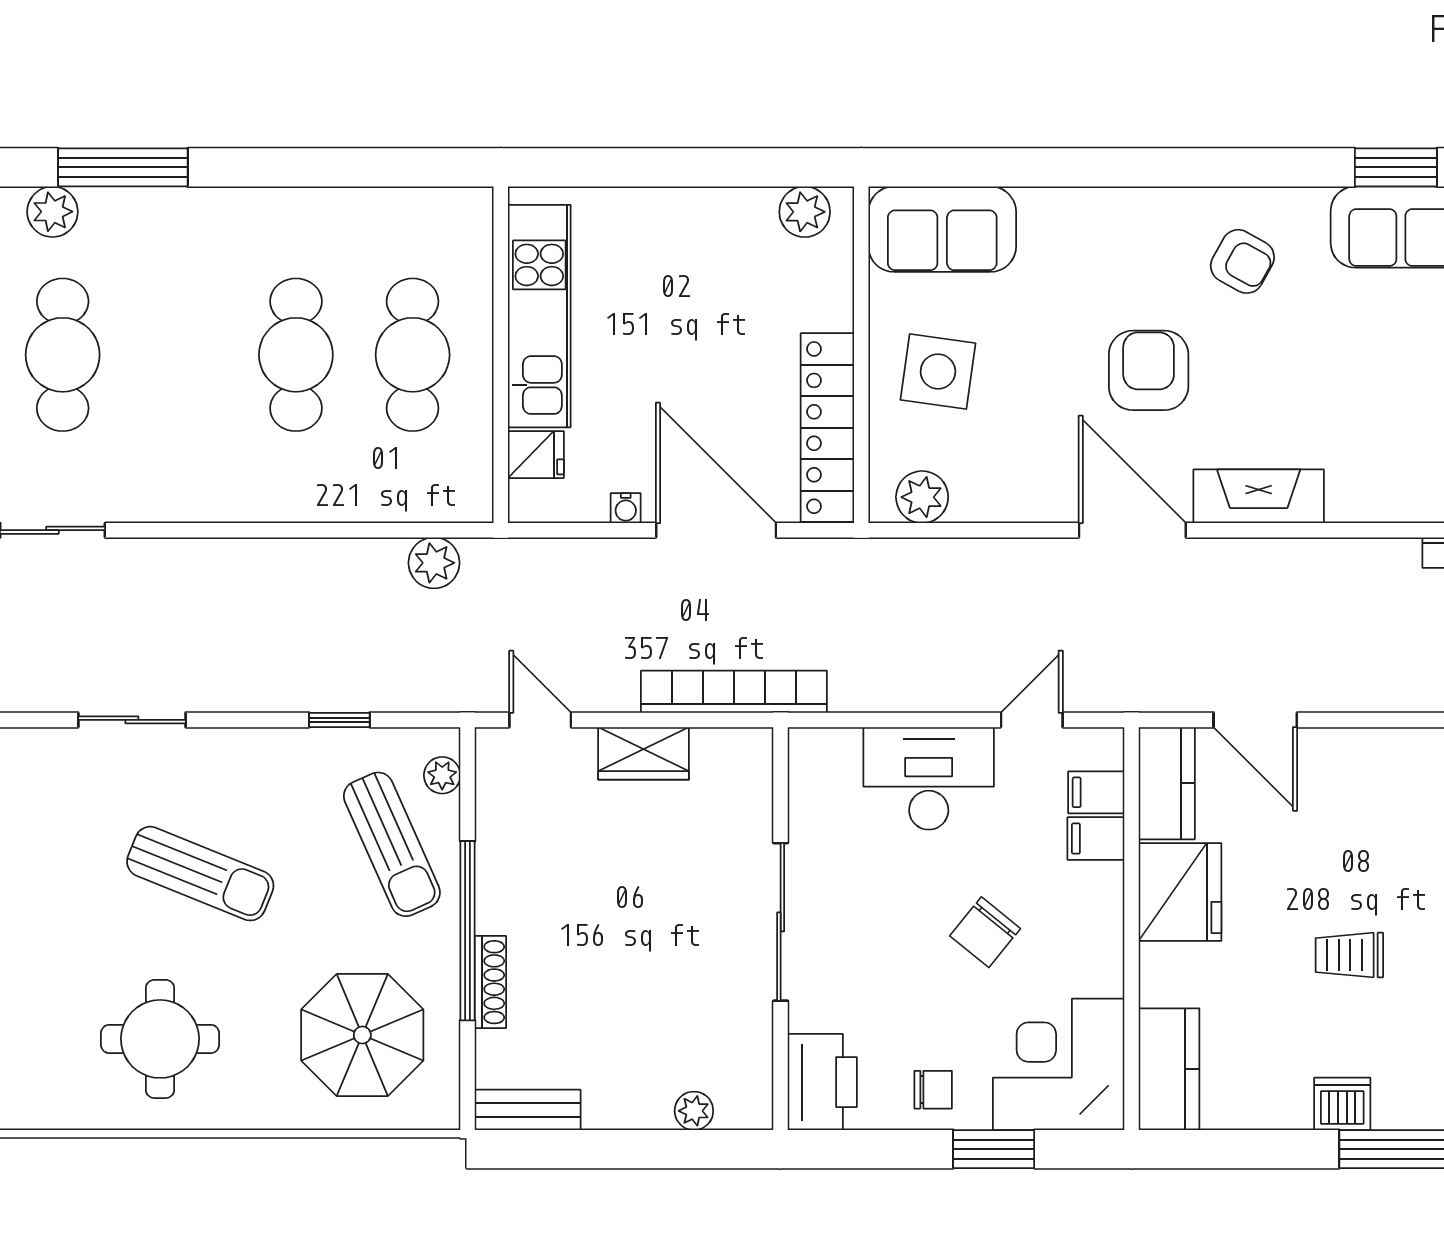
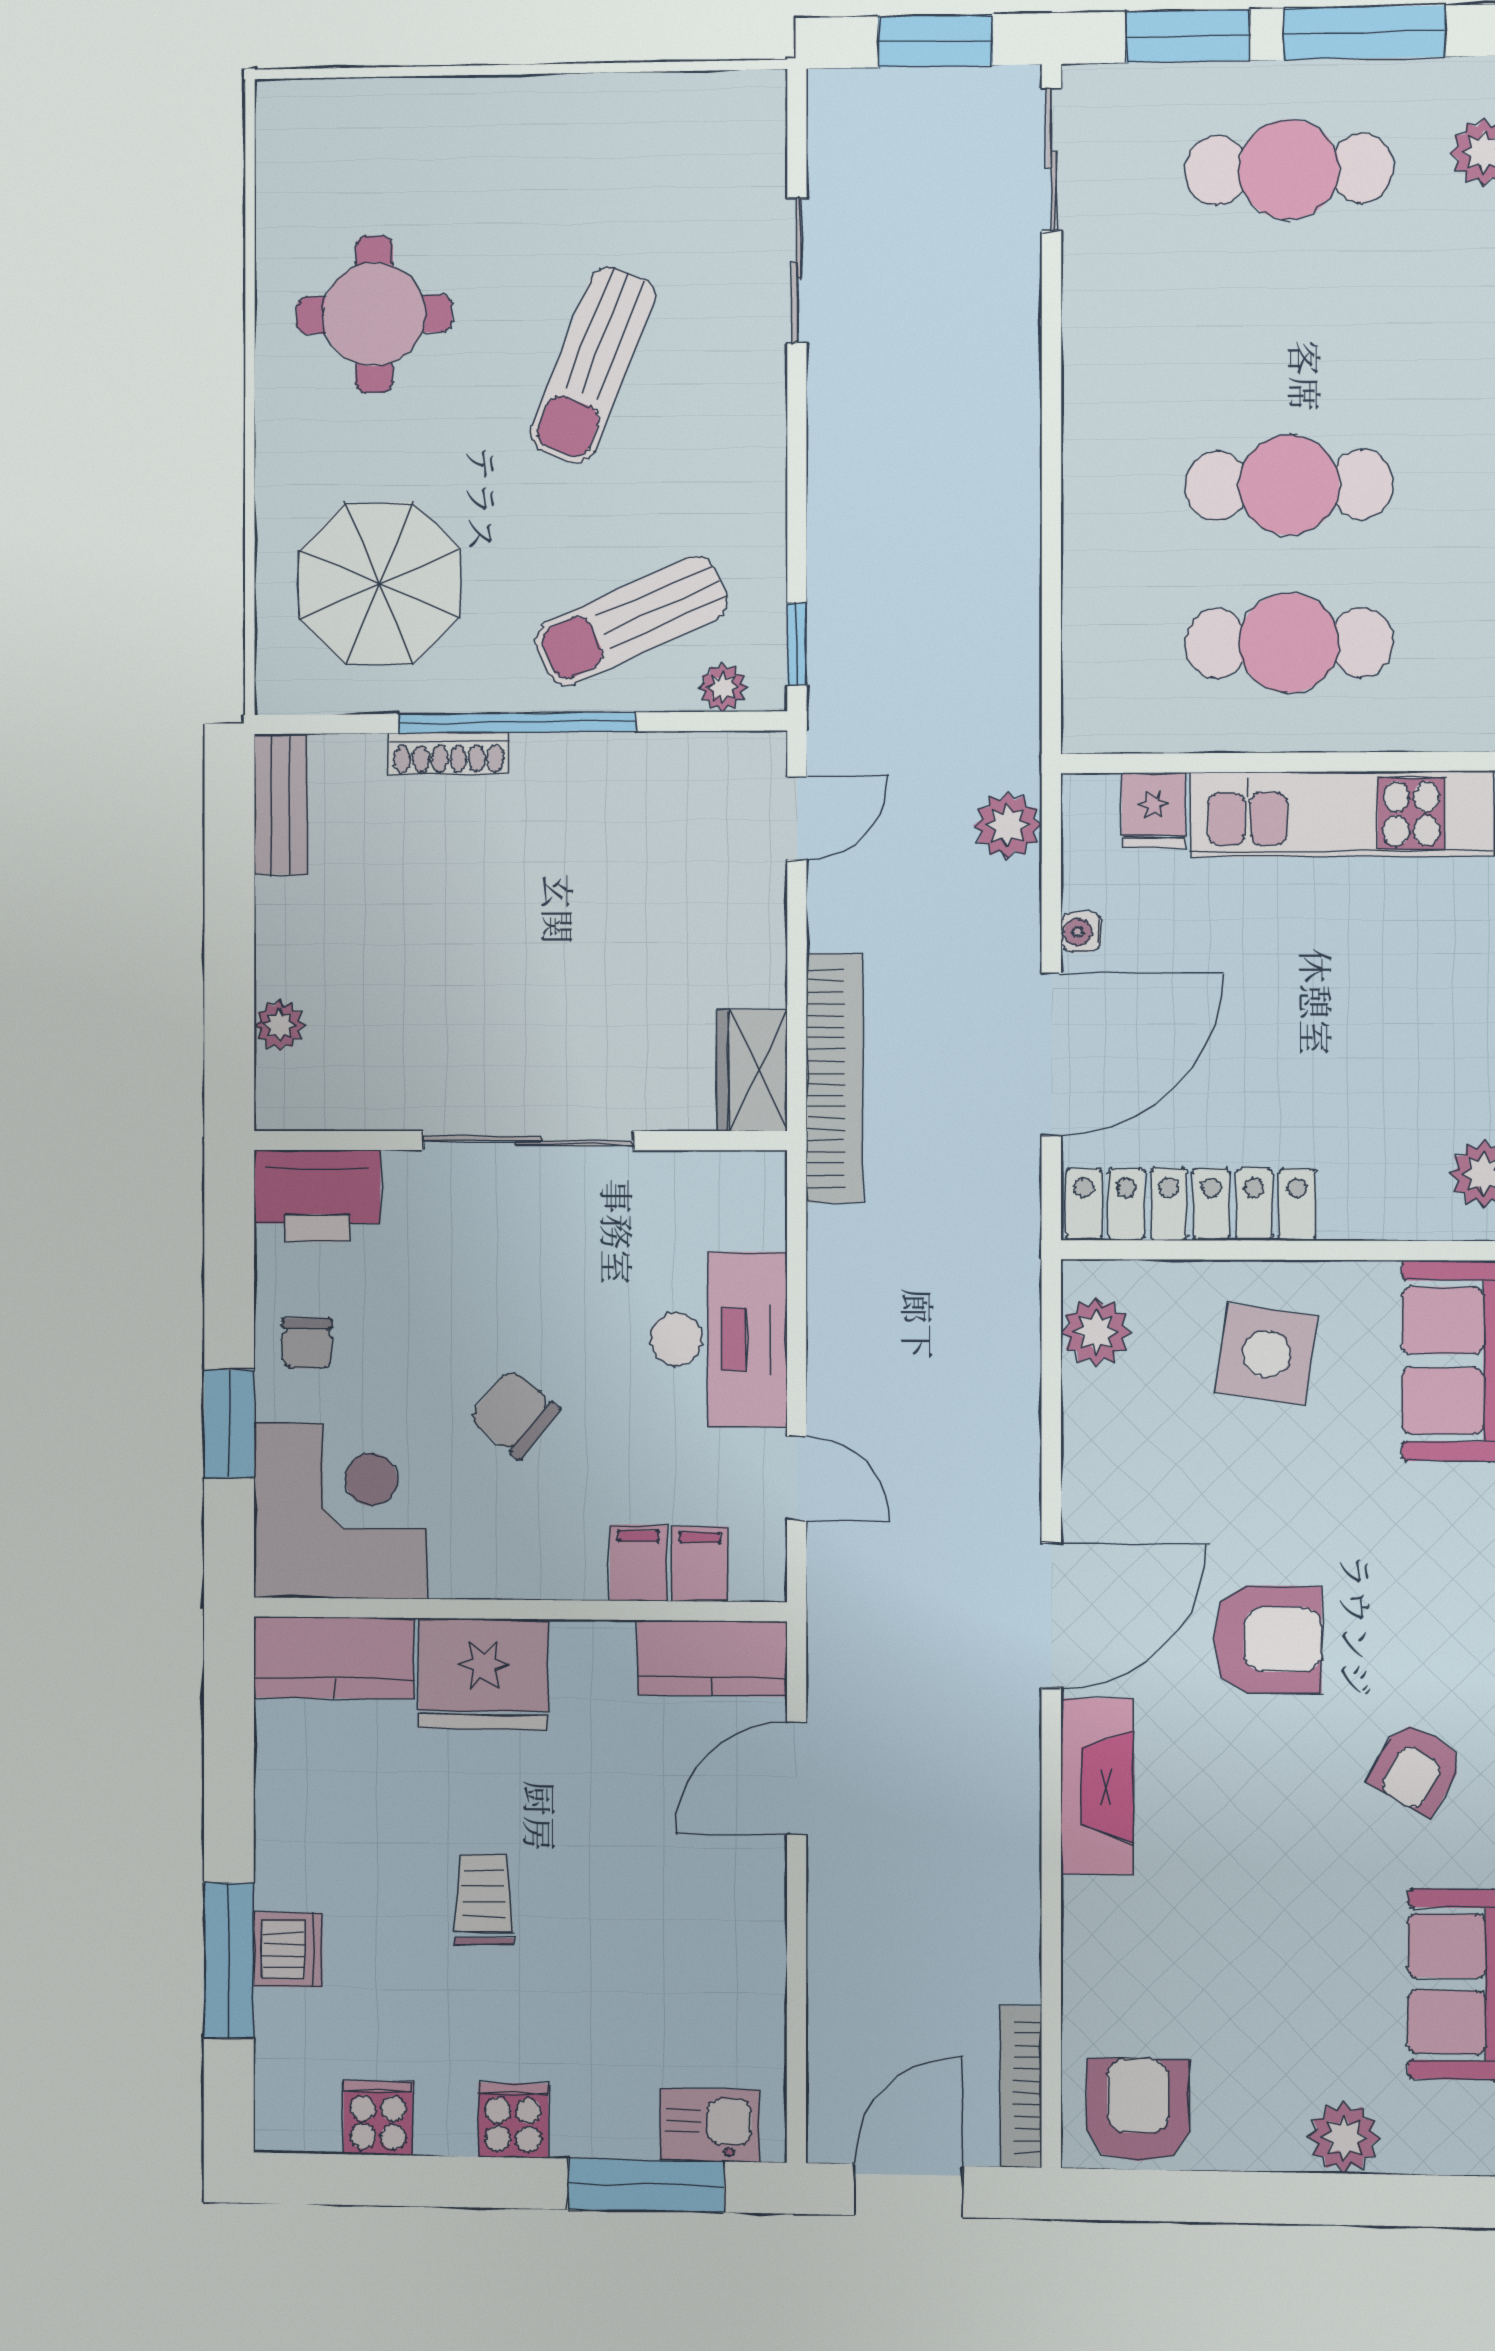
plant: (434, 563) -> (1007, 826), moved
window: (339, 720) -> (797, 644), moved
wardrobe: (644, 753) -> (752, 1070), moved
fridge: (1180, 892) -> (483, 1674), moved
dishwasher: (1342, 1104) -> (288, 1950), moved

